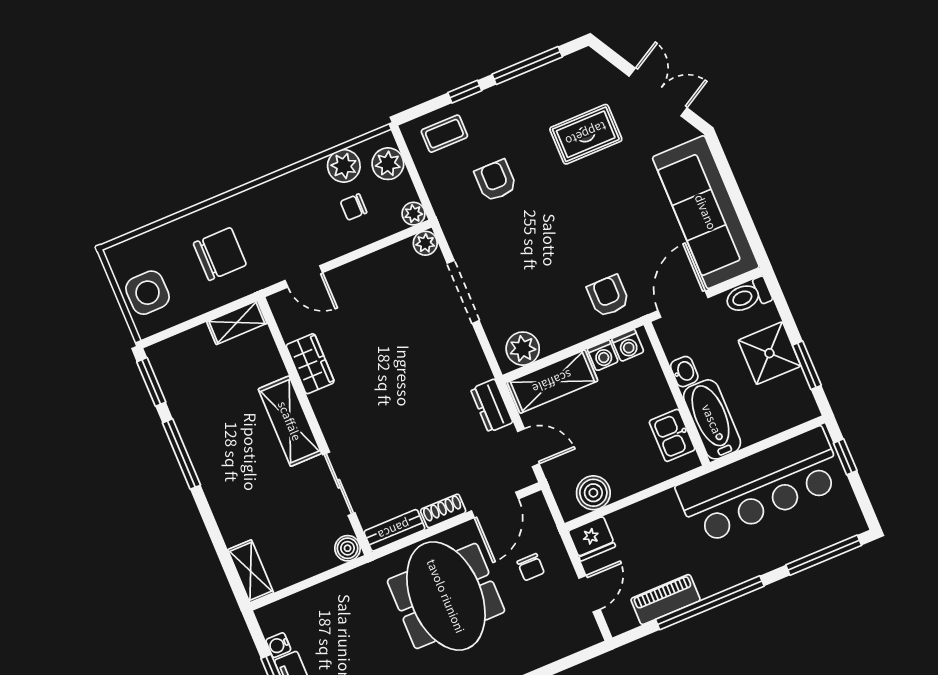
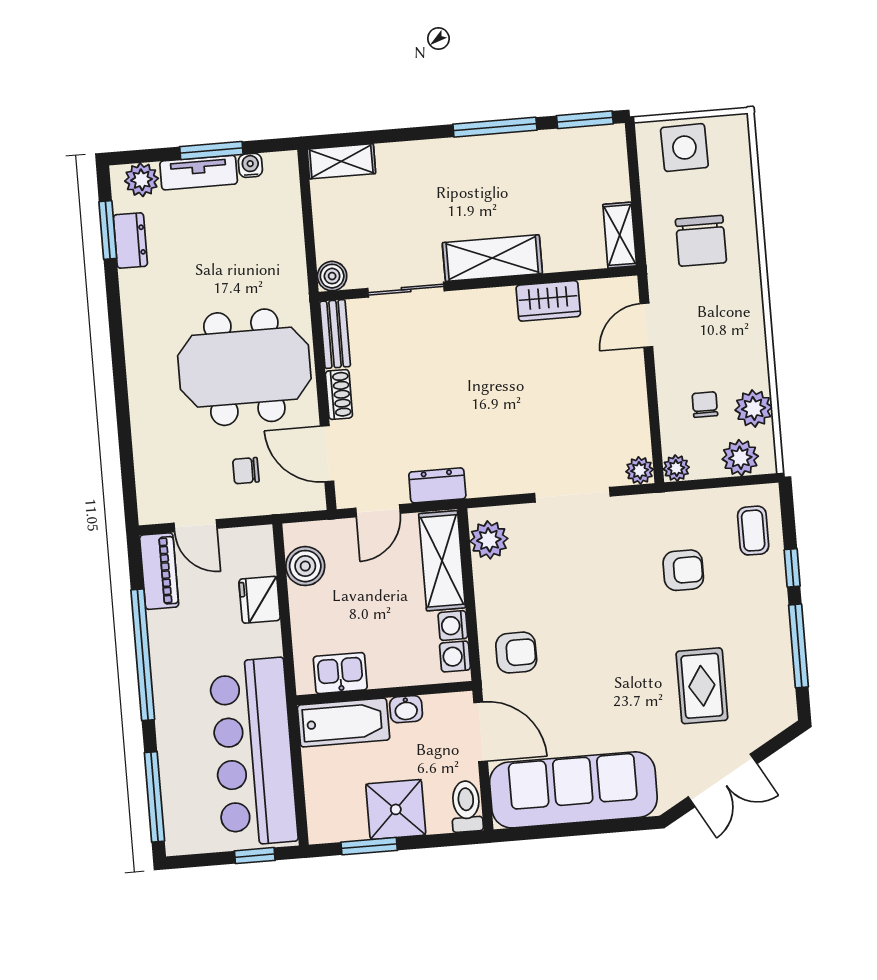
fridge: (592, 539) -> (260, 600), moved
piano: (665, 600) -> (159, 571), moved

